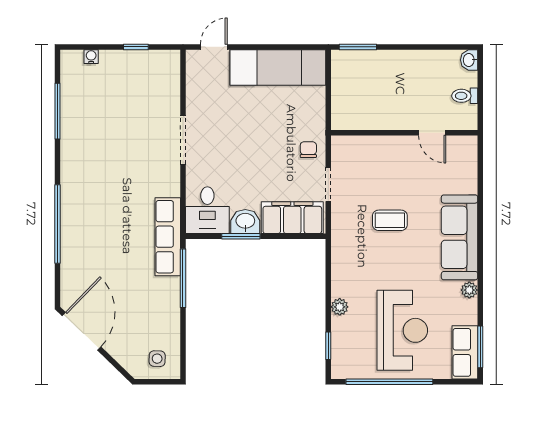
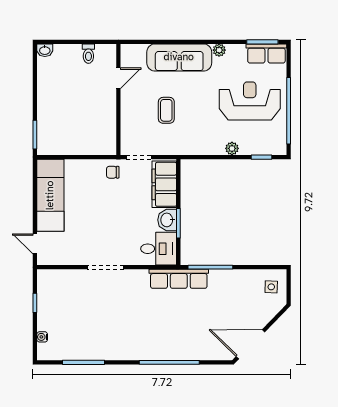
toilet: (465, 96) -> (88, 54), moved
wall: (404, 133) -> (118, 99), moved
door: (432, 133) -> (118, 78), moved

